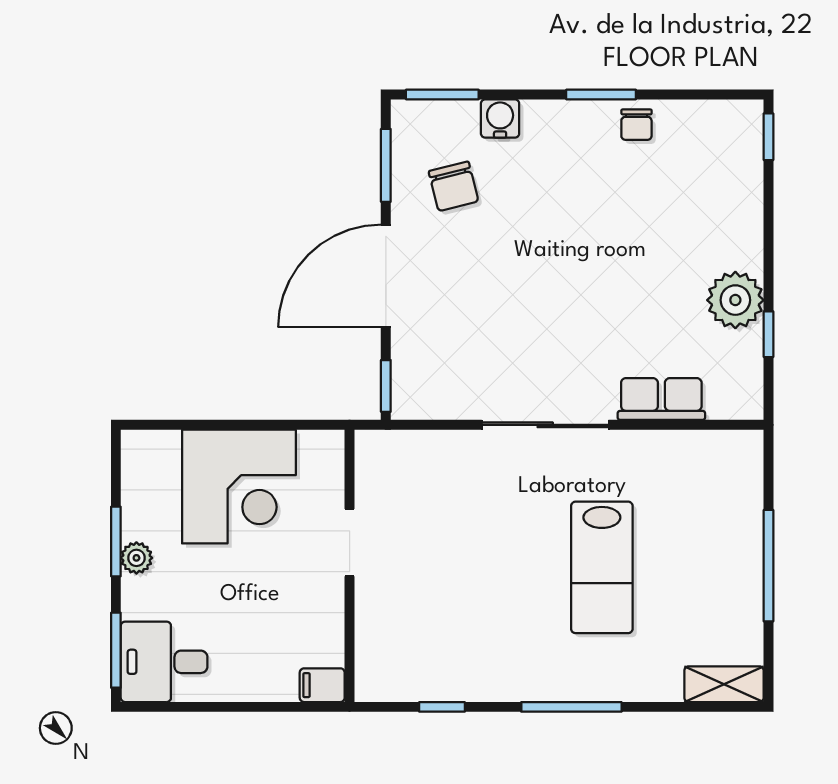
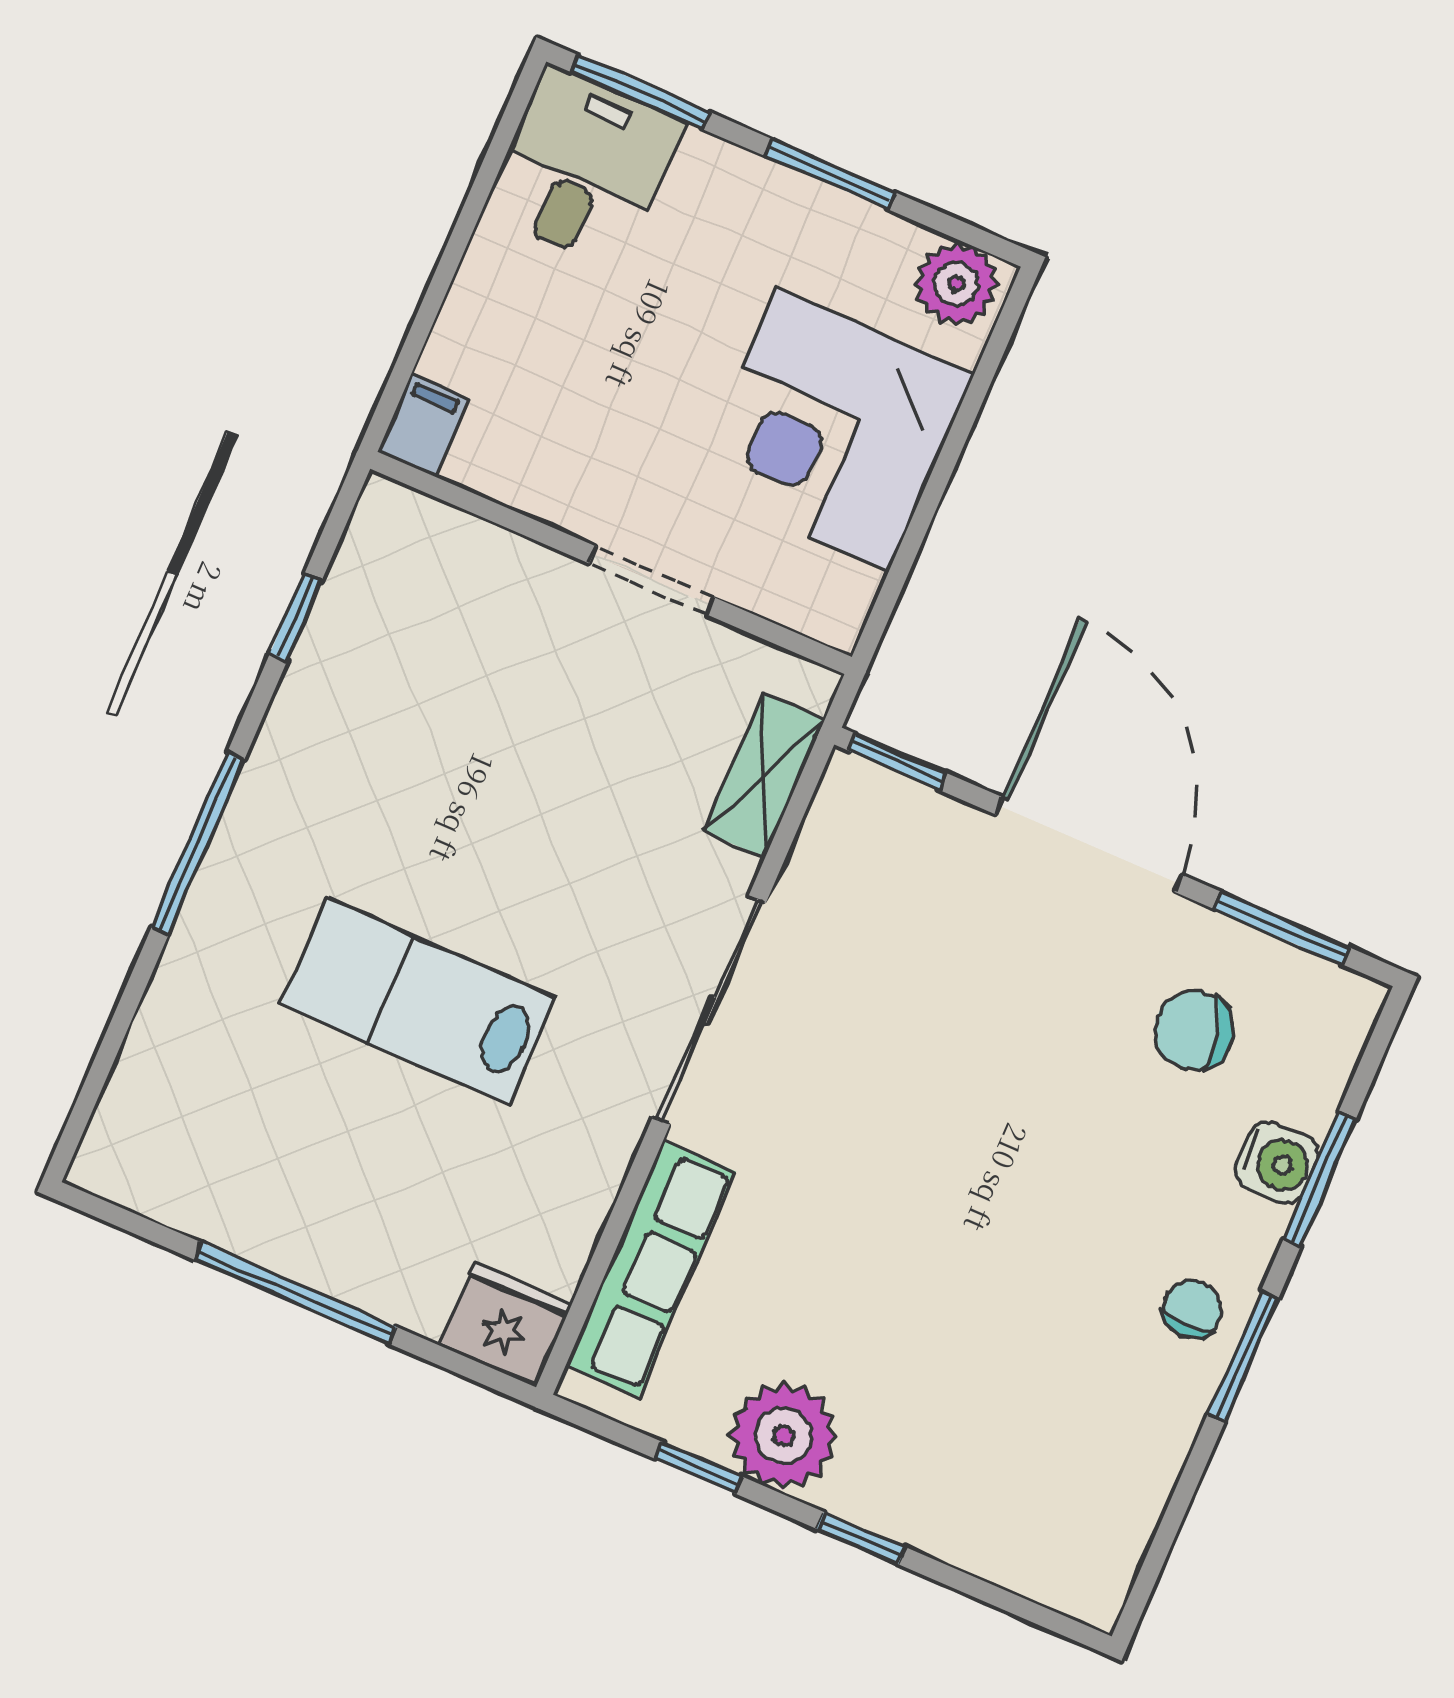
window: (442, 94) -> (1320, 1179), moved
chair: (636, 125) -> (1192, 1309), moved, turned 90
window: (769, 137) -> (861, 1538), moved
row of seats: (661, 399) -> (651, 1269), width x1.48
fridge: (740, 457) -> (506, 1325), added
plant: (136, 558) -> (956, 284), moved, width x1.38, depth x1.38
shelving: (724, 684) -> (764, 775), moved

